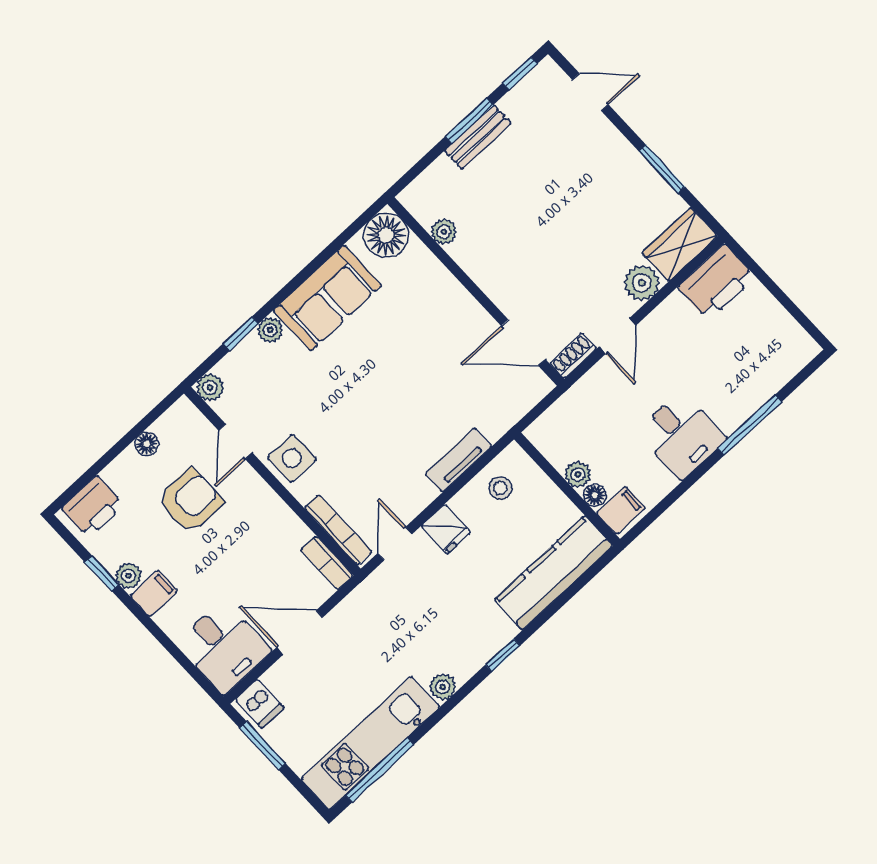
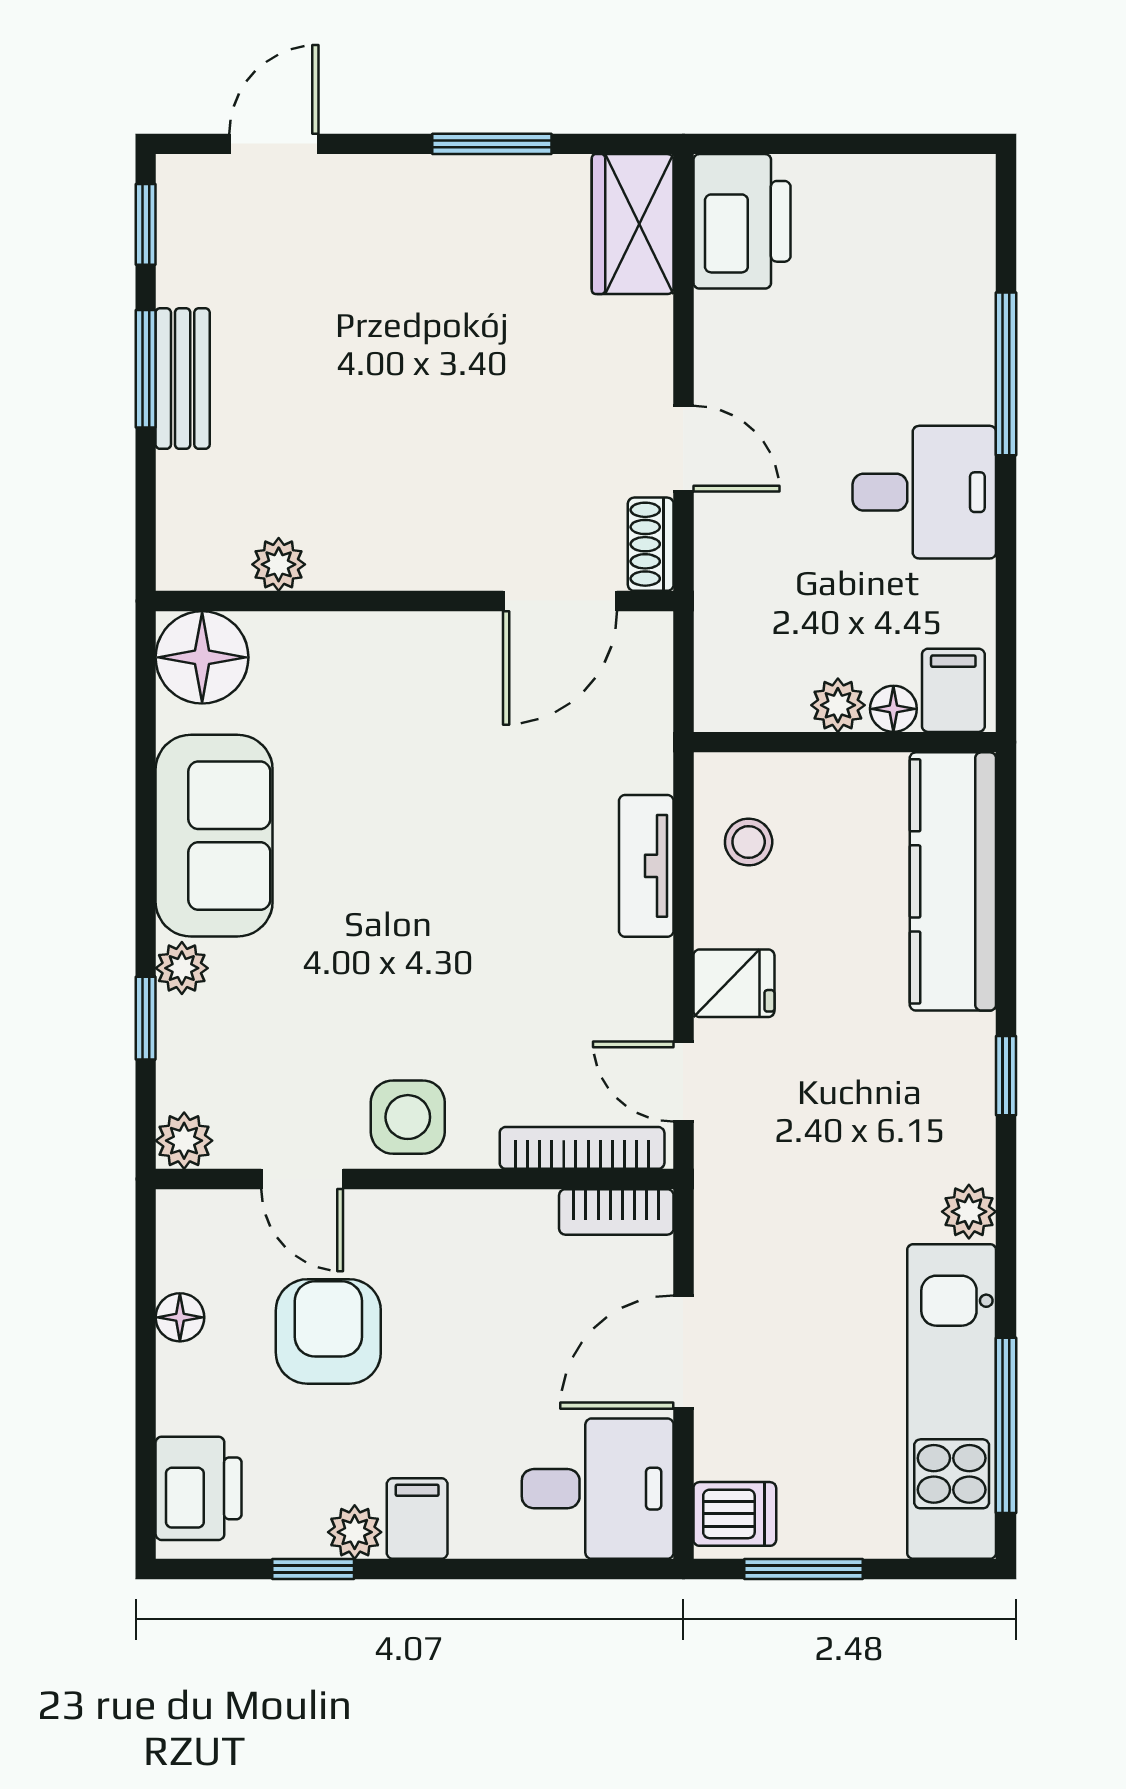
plant: (642, 283) -> (637, 336), removed

